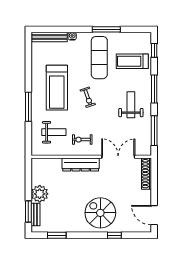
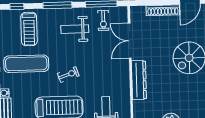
exercise bike: (82, 140) -> (103, 20), moved
shoe rack: (146, 174) -> (163, 10), moved

